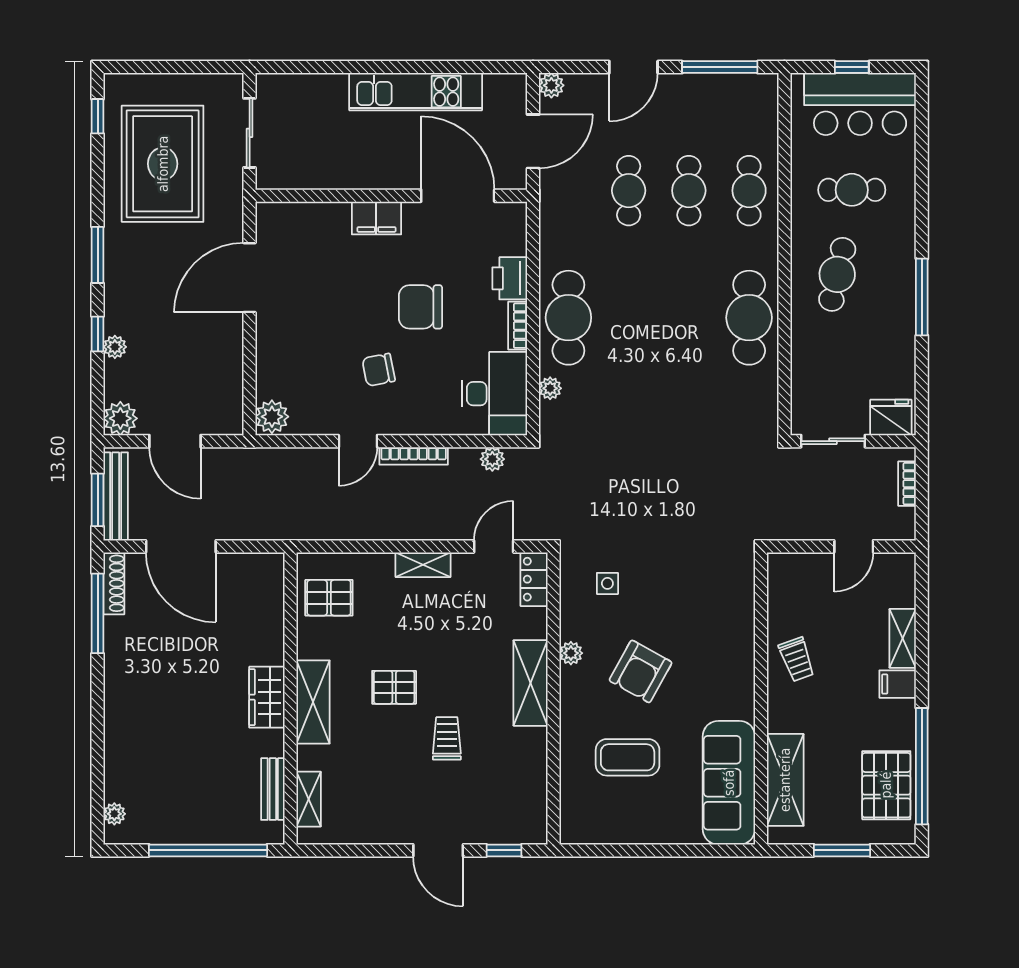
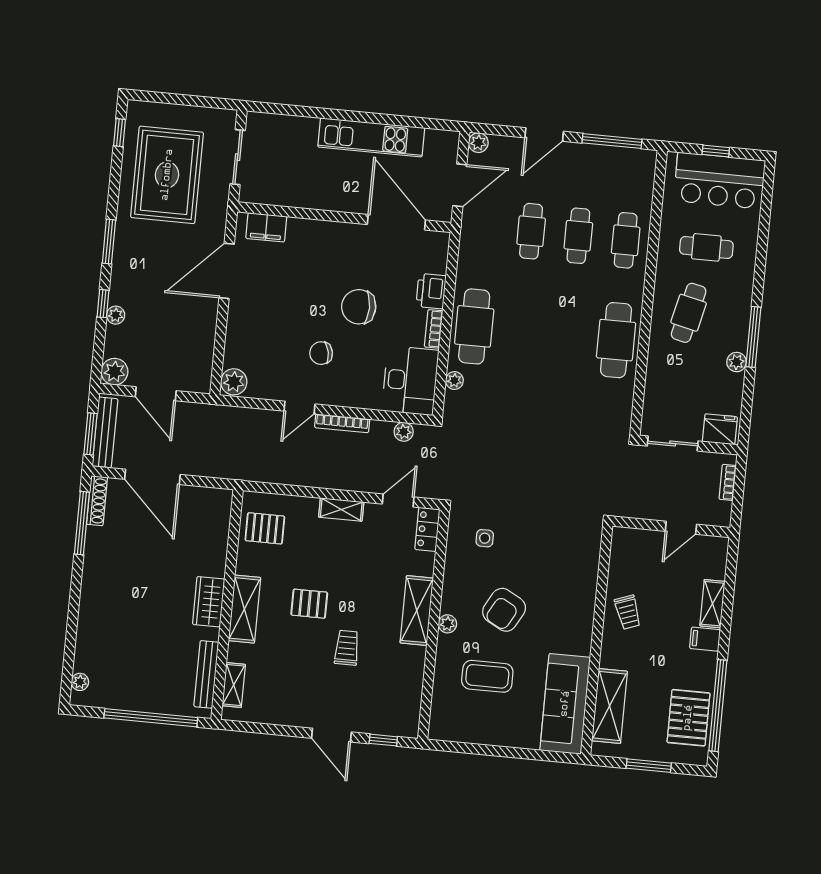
filing cabinet: (376, 218) -> (266, 227), moved
plant: (904, 331) -> (736, 362), added
plant: (571, 653) -> (447, 624), moved
bench: (273, 789) -> (206, 674), width x1.36

